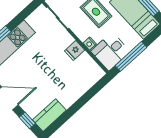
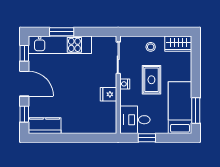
nightstand: (90, 44) -> (125, 84), moved
window: (131, 56) -> (147, 138), width x0.46

